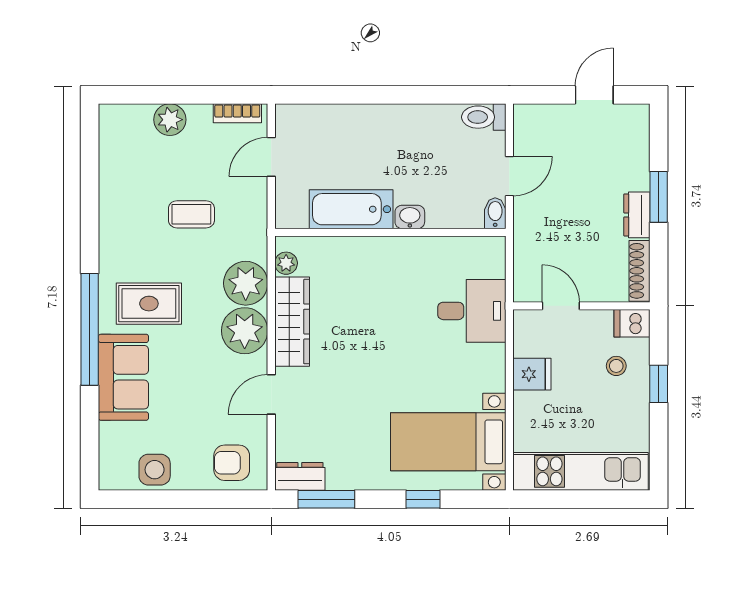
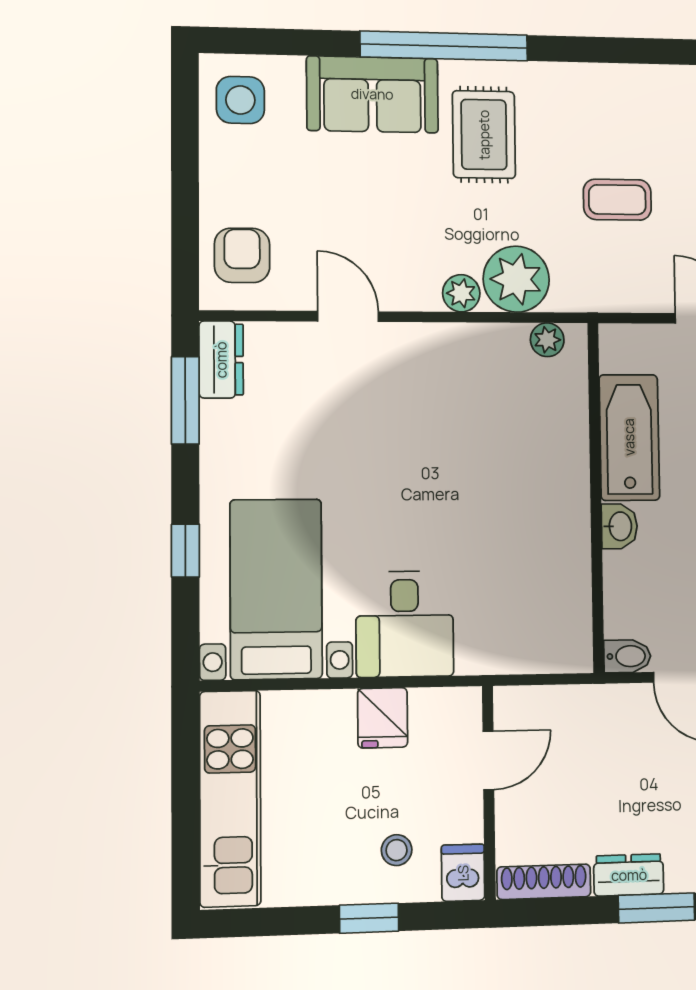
coffee table: (191, 214) -> (617, 200), turned 90
desk: (472, 311) -> (405, 624), moved
wardrobe: (292, 322) -> (459, 349), removed
plant: (245, 331) -> (461, 293), width x0.53, depth x0.53
side table: (155, 470) -> (240, 100), moved

